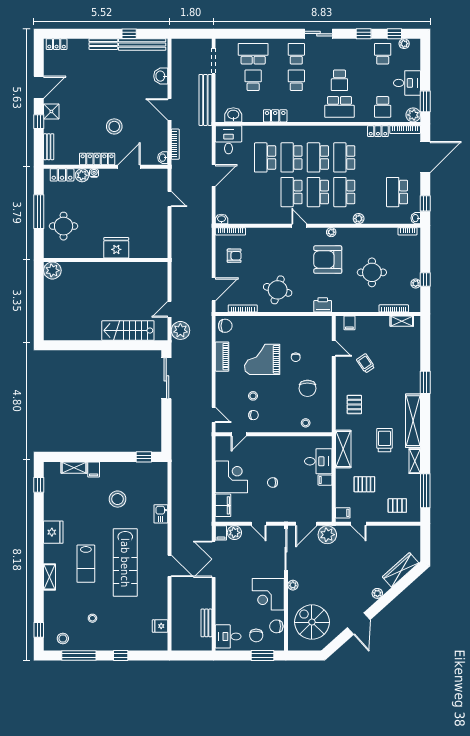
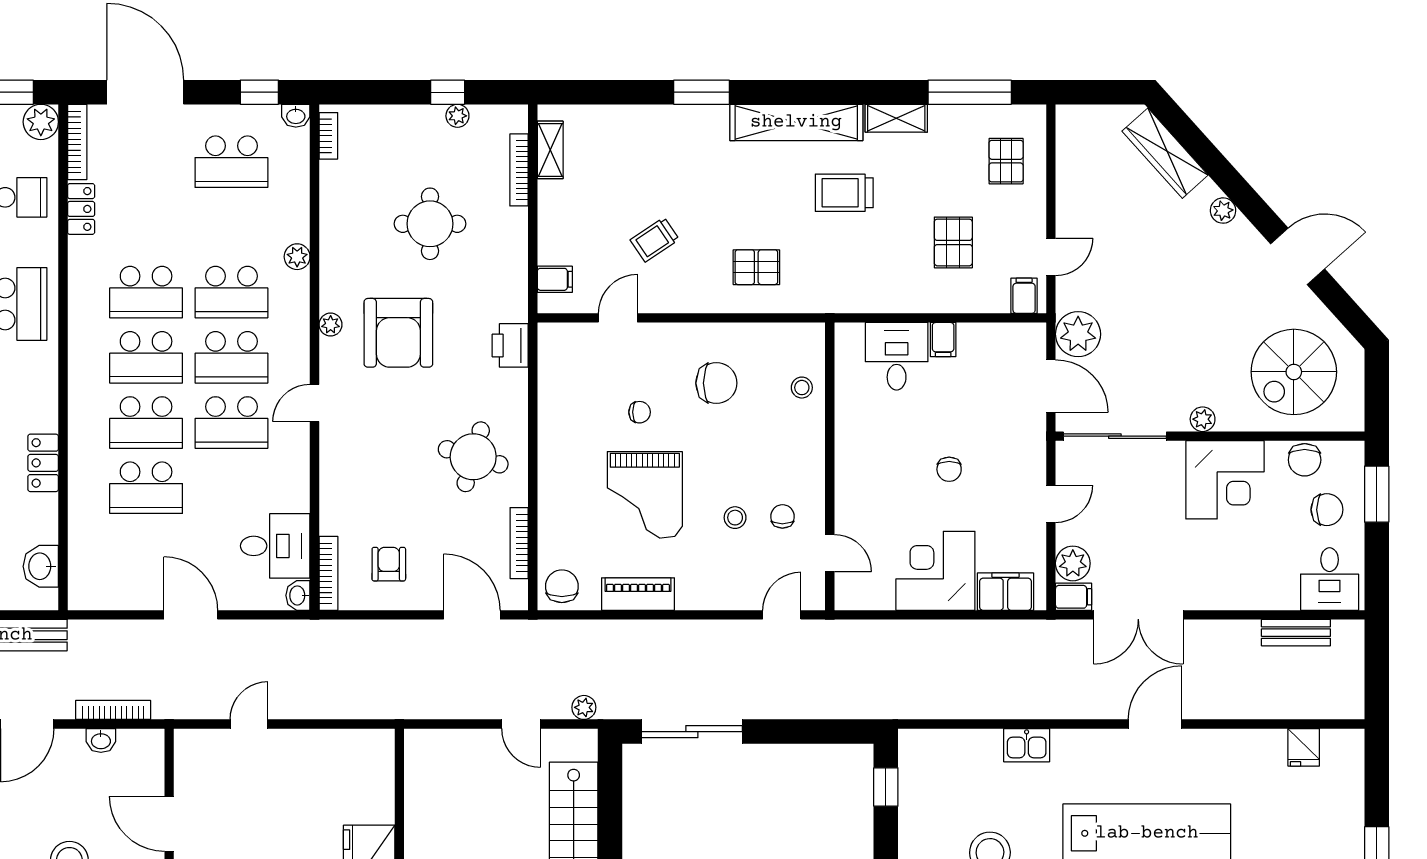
desk: (229, 140) -> (275, 546), moved, turned 180
washbasin: (163, 158) -> (101, 741), moved
plant: (180, 330) -> (584, 707), width x0.53, depth x0.53
shelving: (343, 449) -> (866, 295), removed

